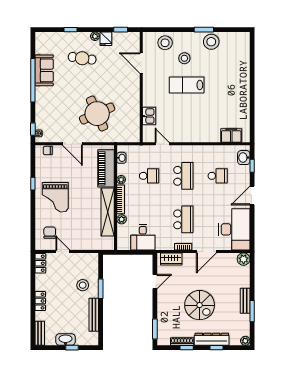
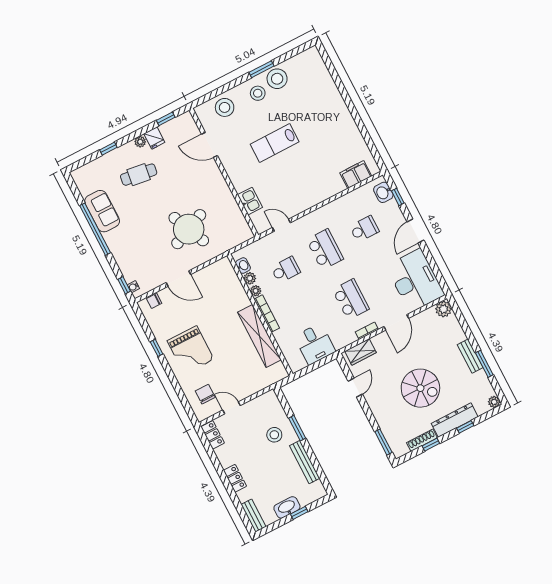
stool: (184, 58) -> (258, 93), moved
piano: (106, 168) -> (232, 287), removed
plant: (122, 219) -> (250, 278), moved

